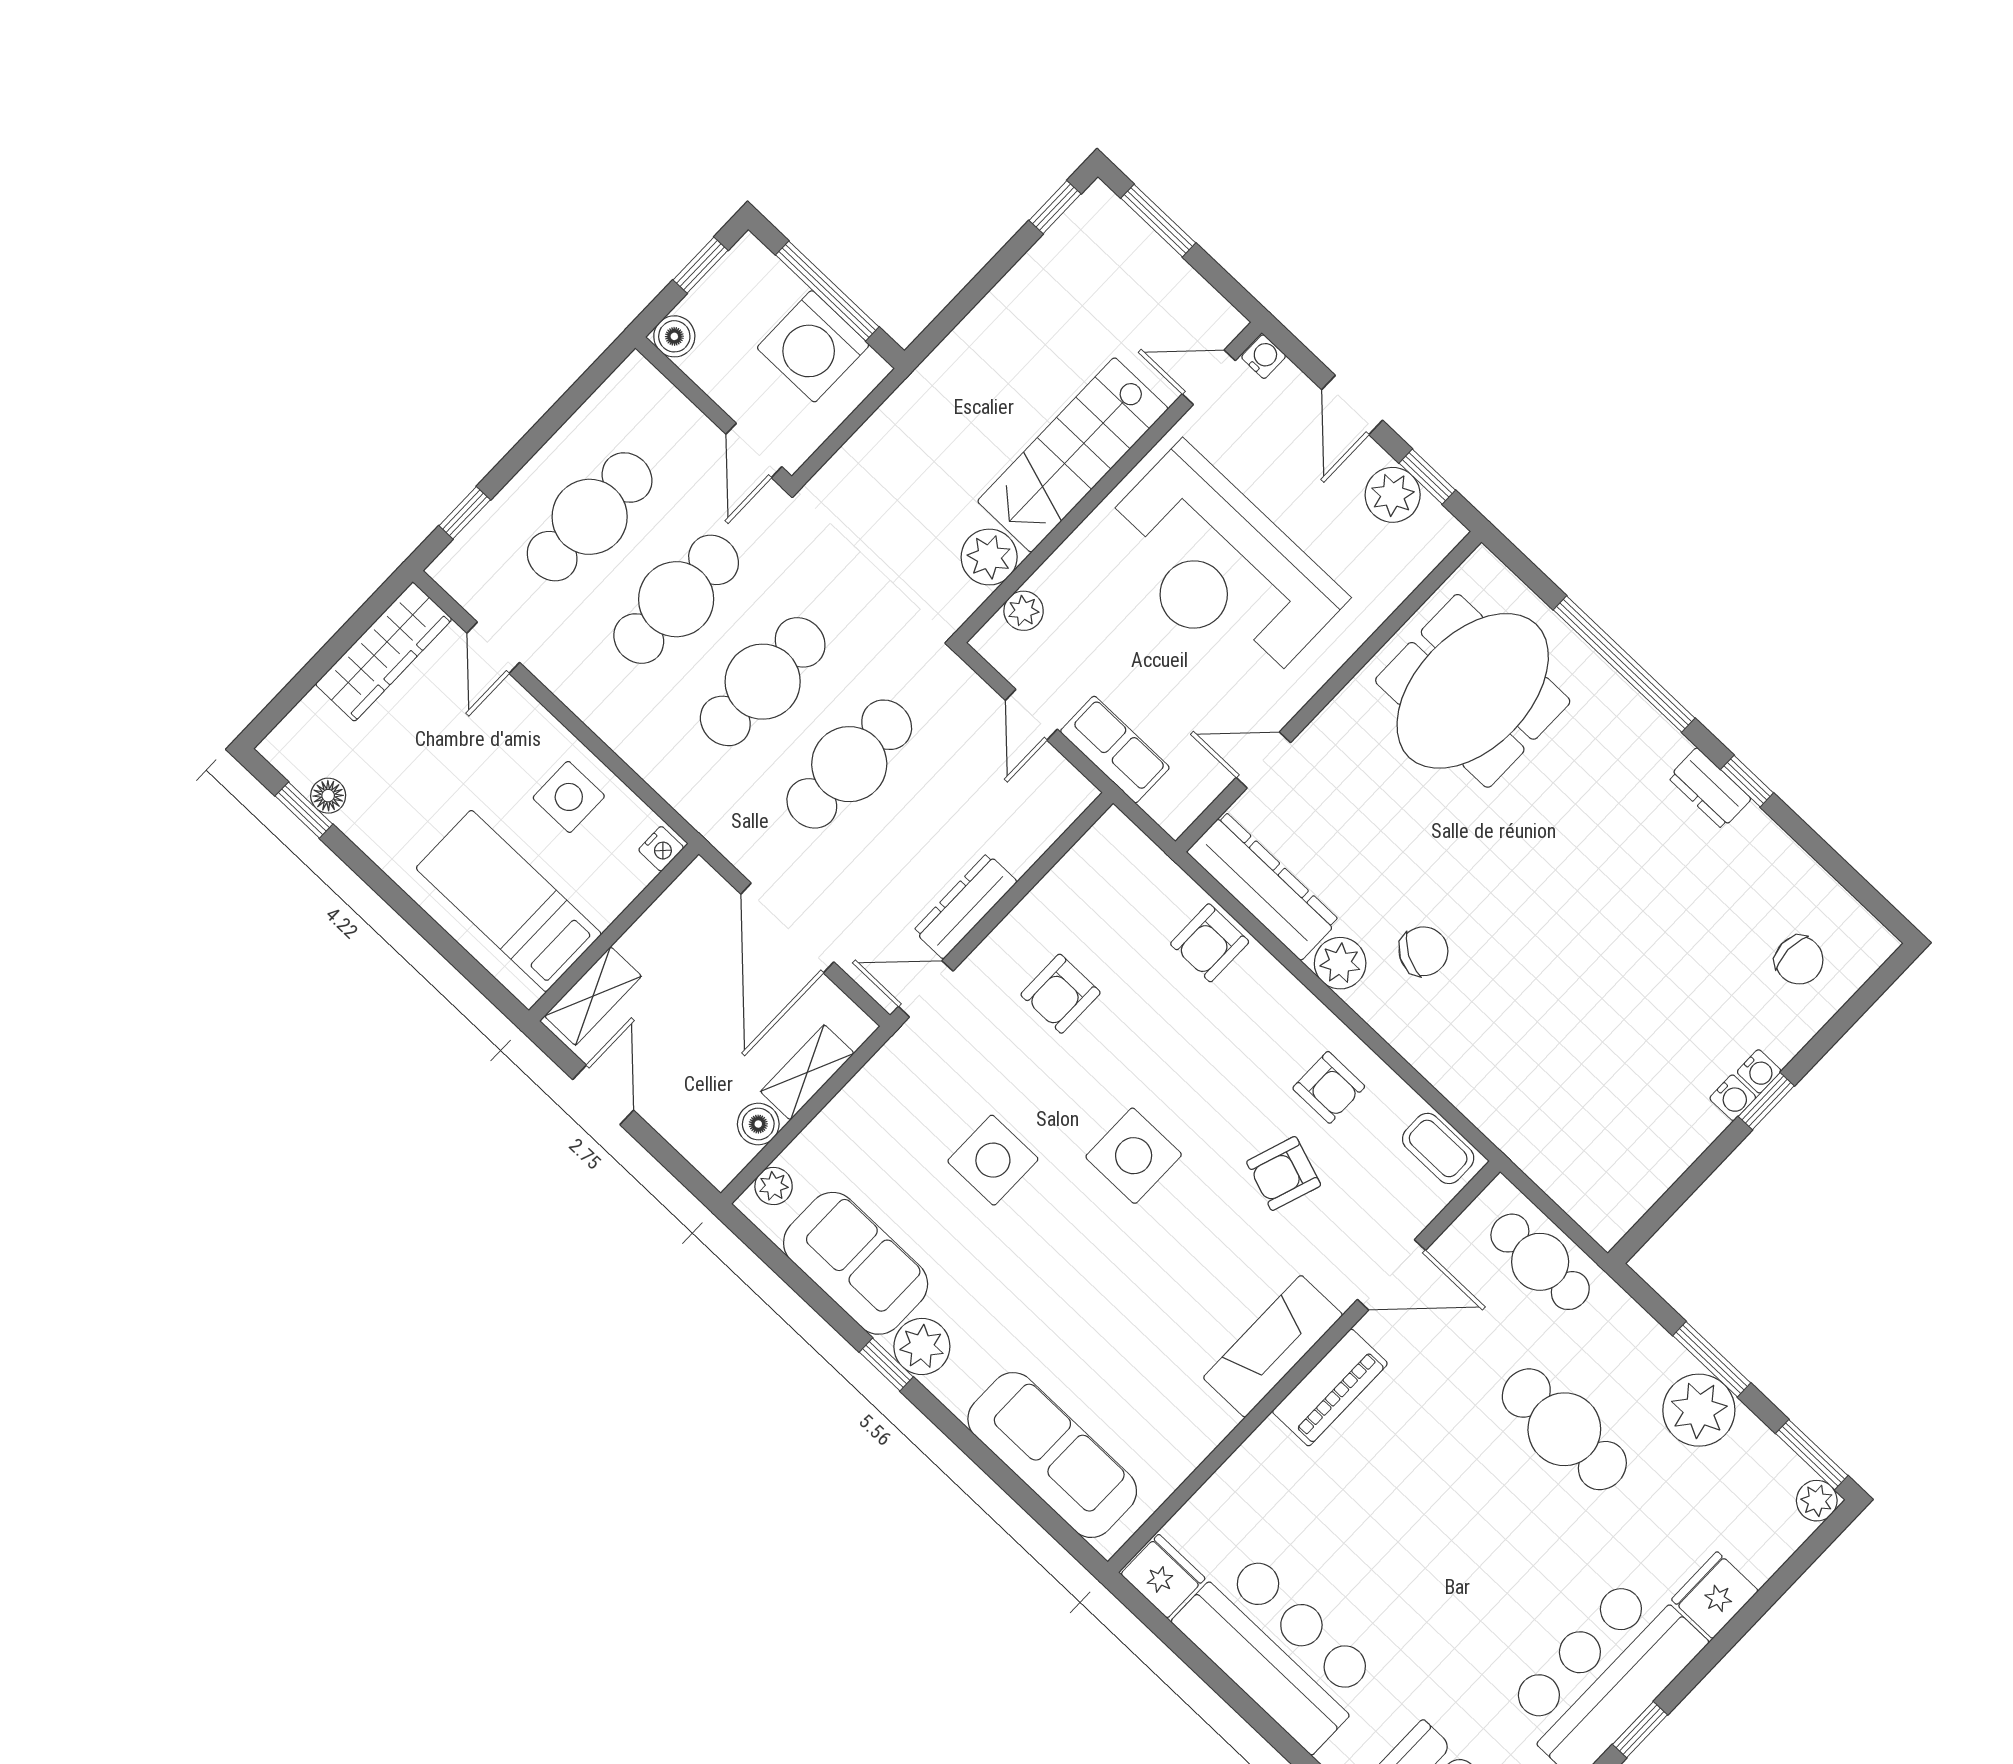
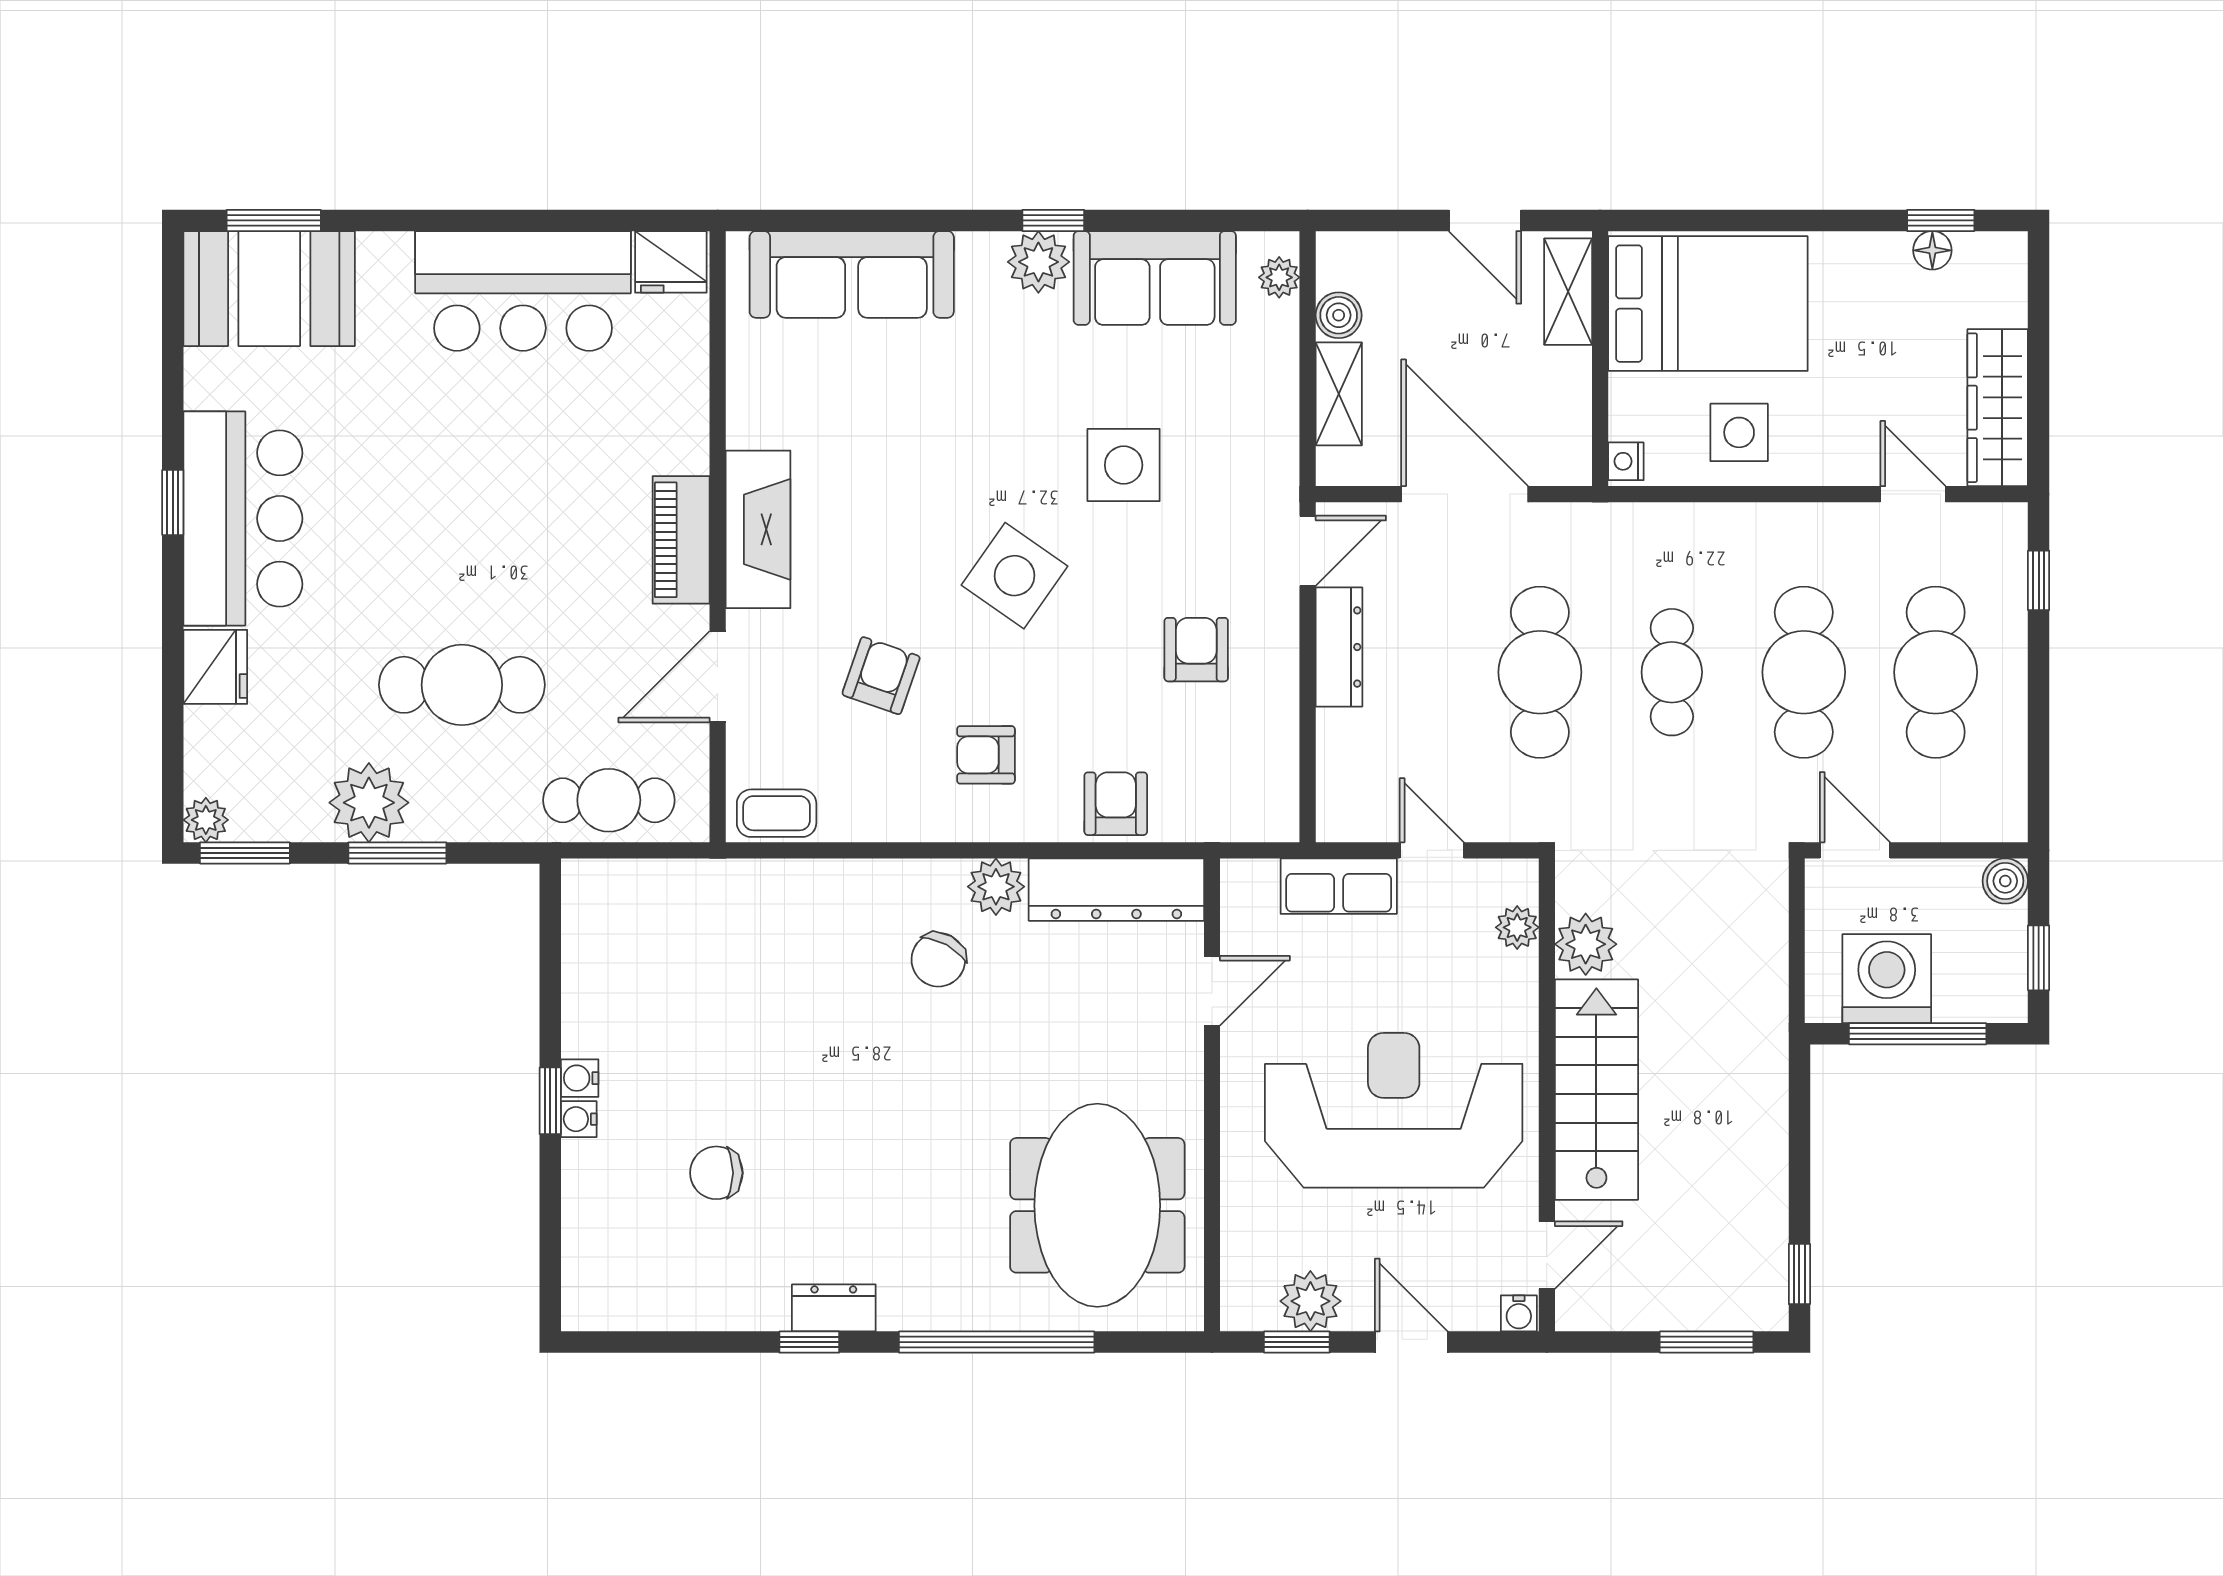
cafe table: (763, 682) -> (1672, 672), width x0.73, depth x0.74
bed: (509, 901) -> (1708, 304), width x1.50
chair: (1799, 960) -> (716, 1173), moved
armchair: (1329, 1087) -> (986, 755), moved
side table: (1134, 1156) -> (1014, 576), turned 35

